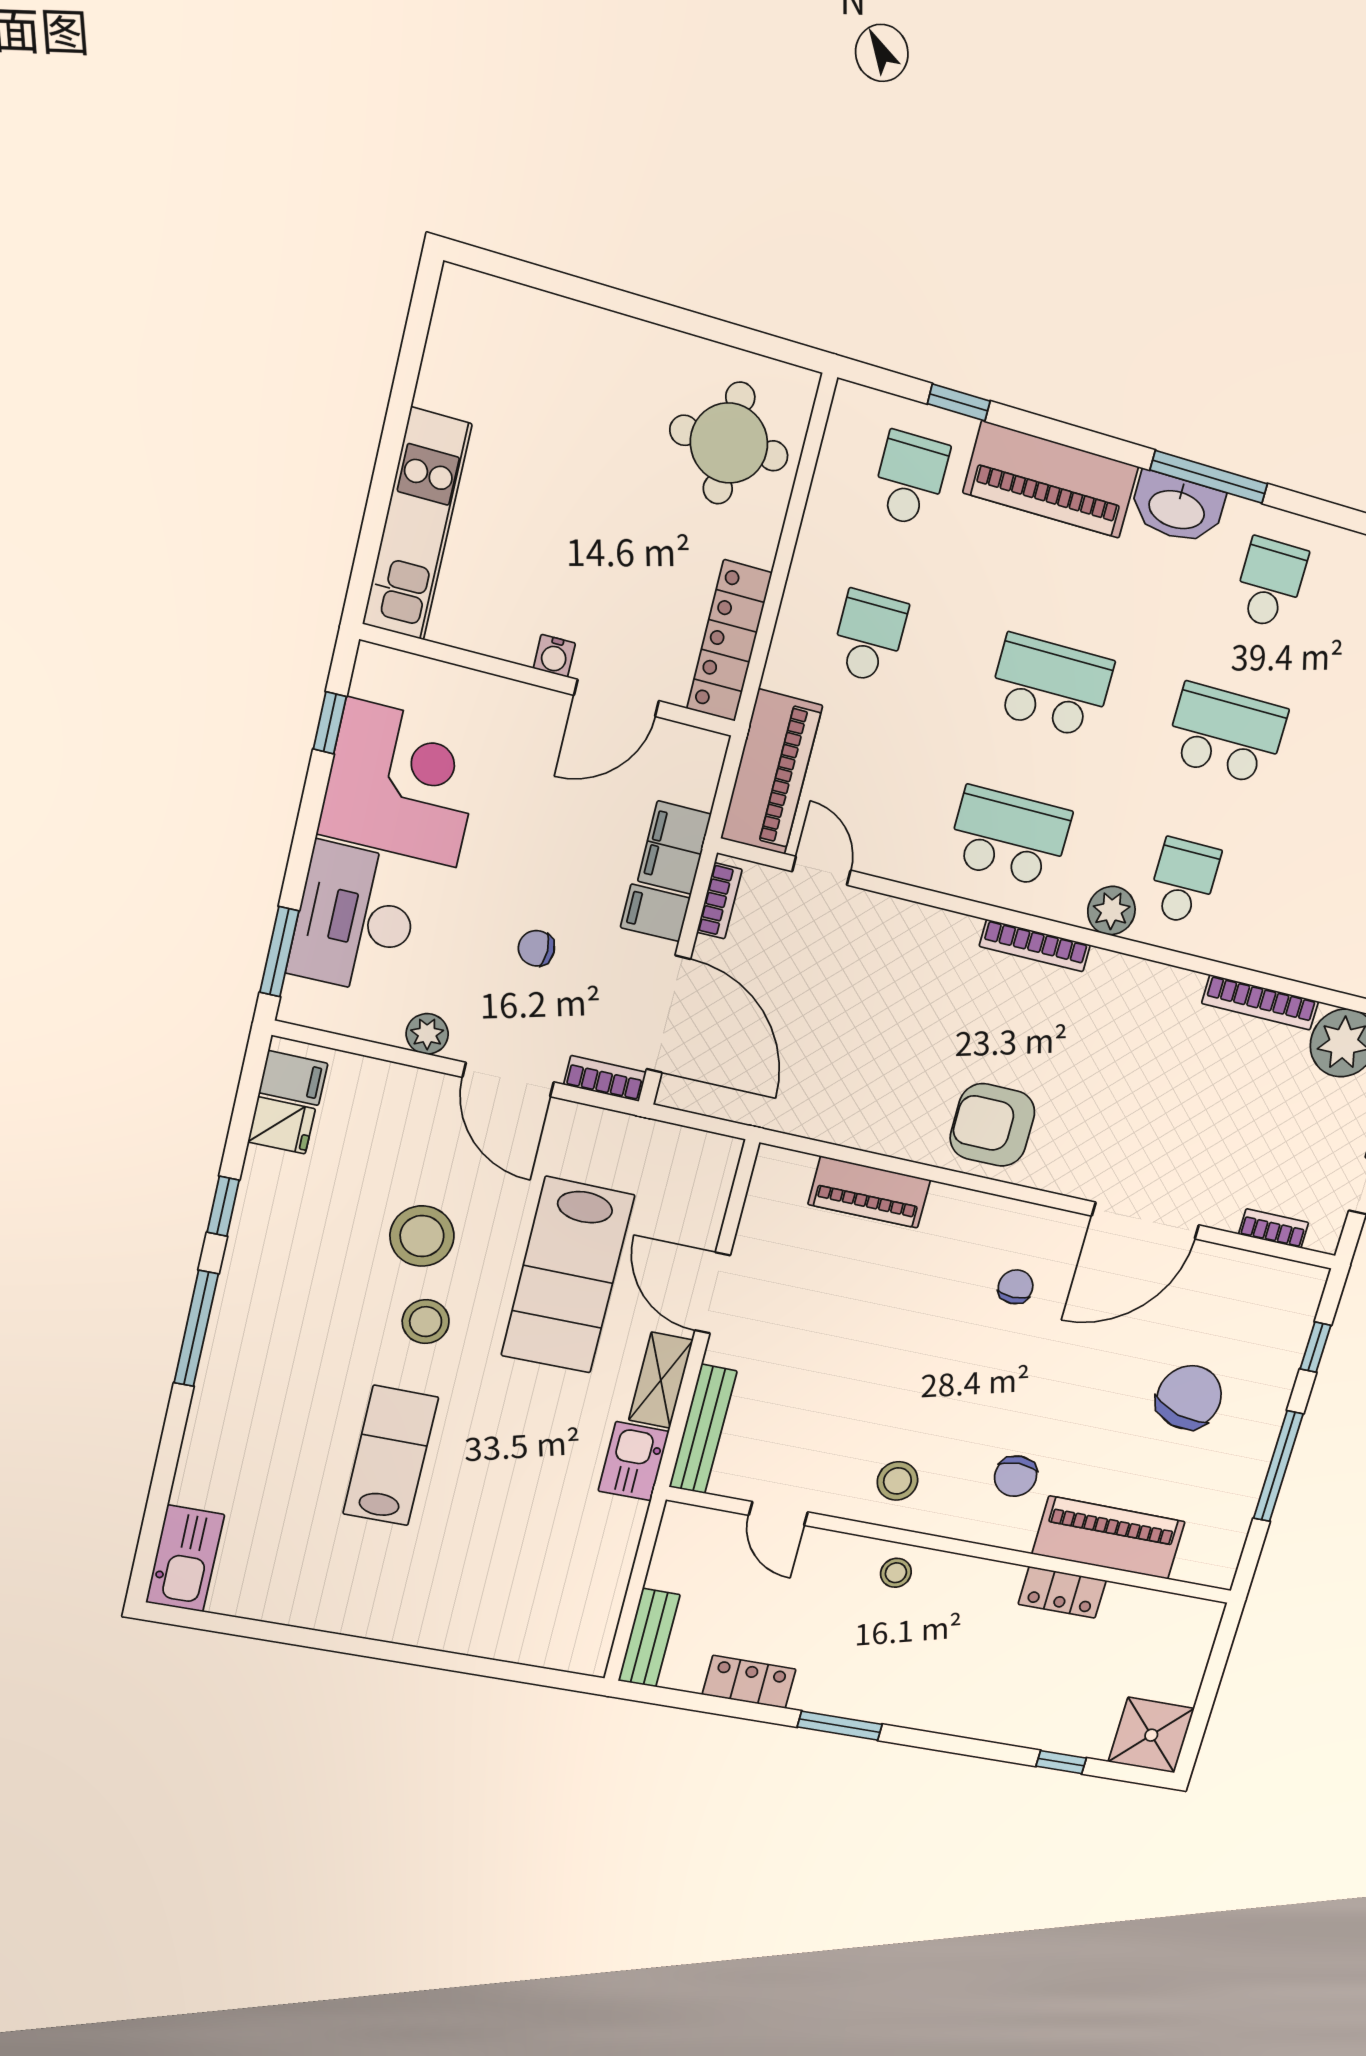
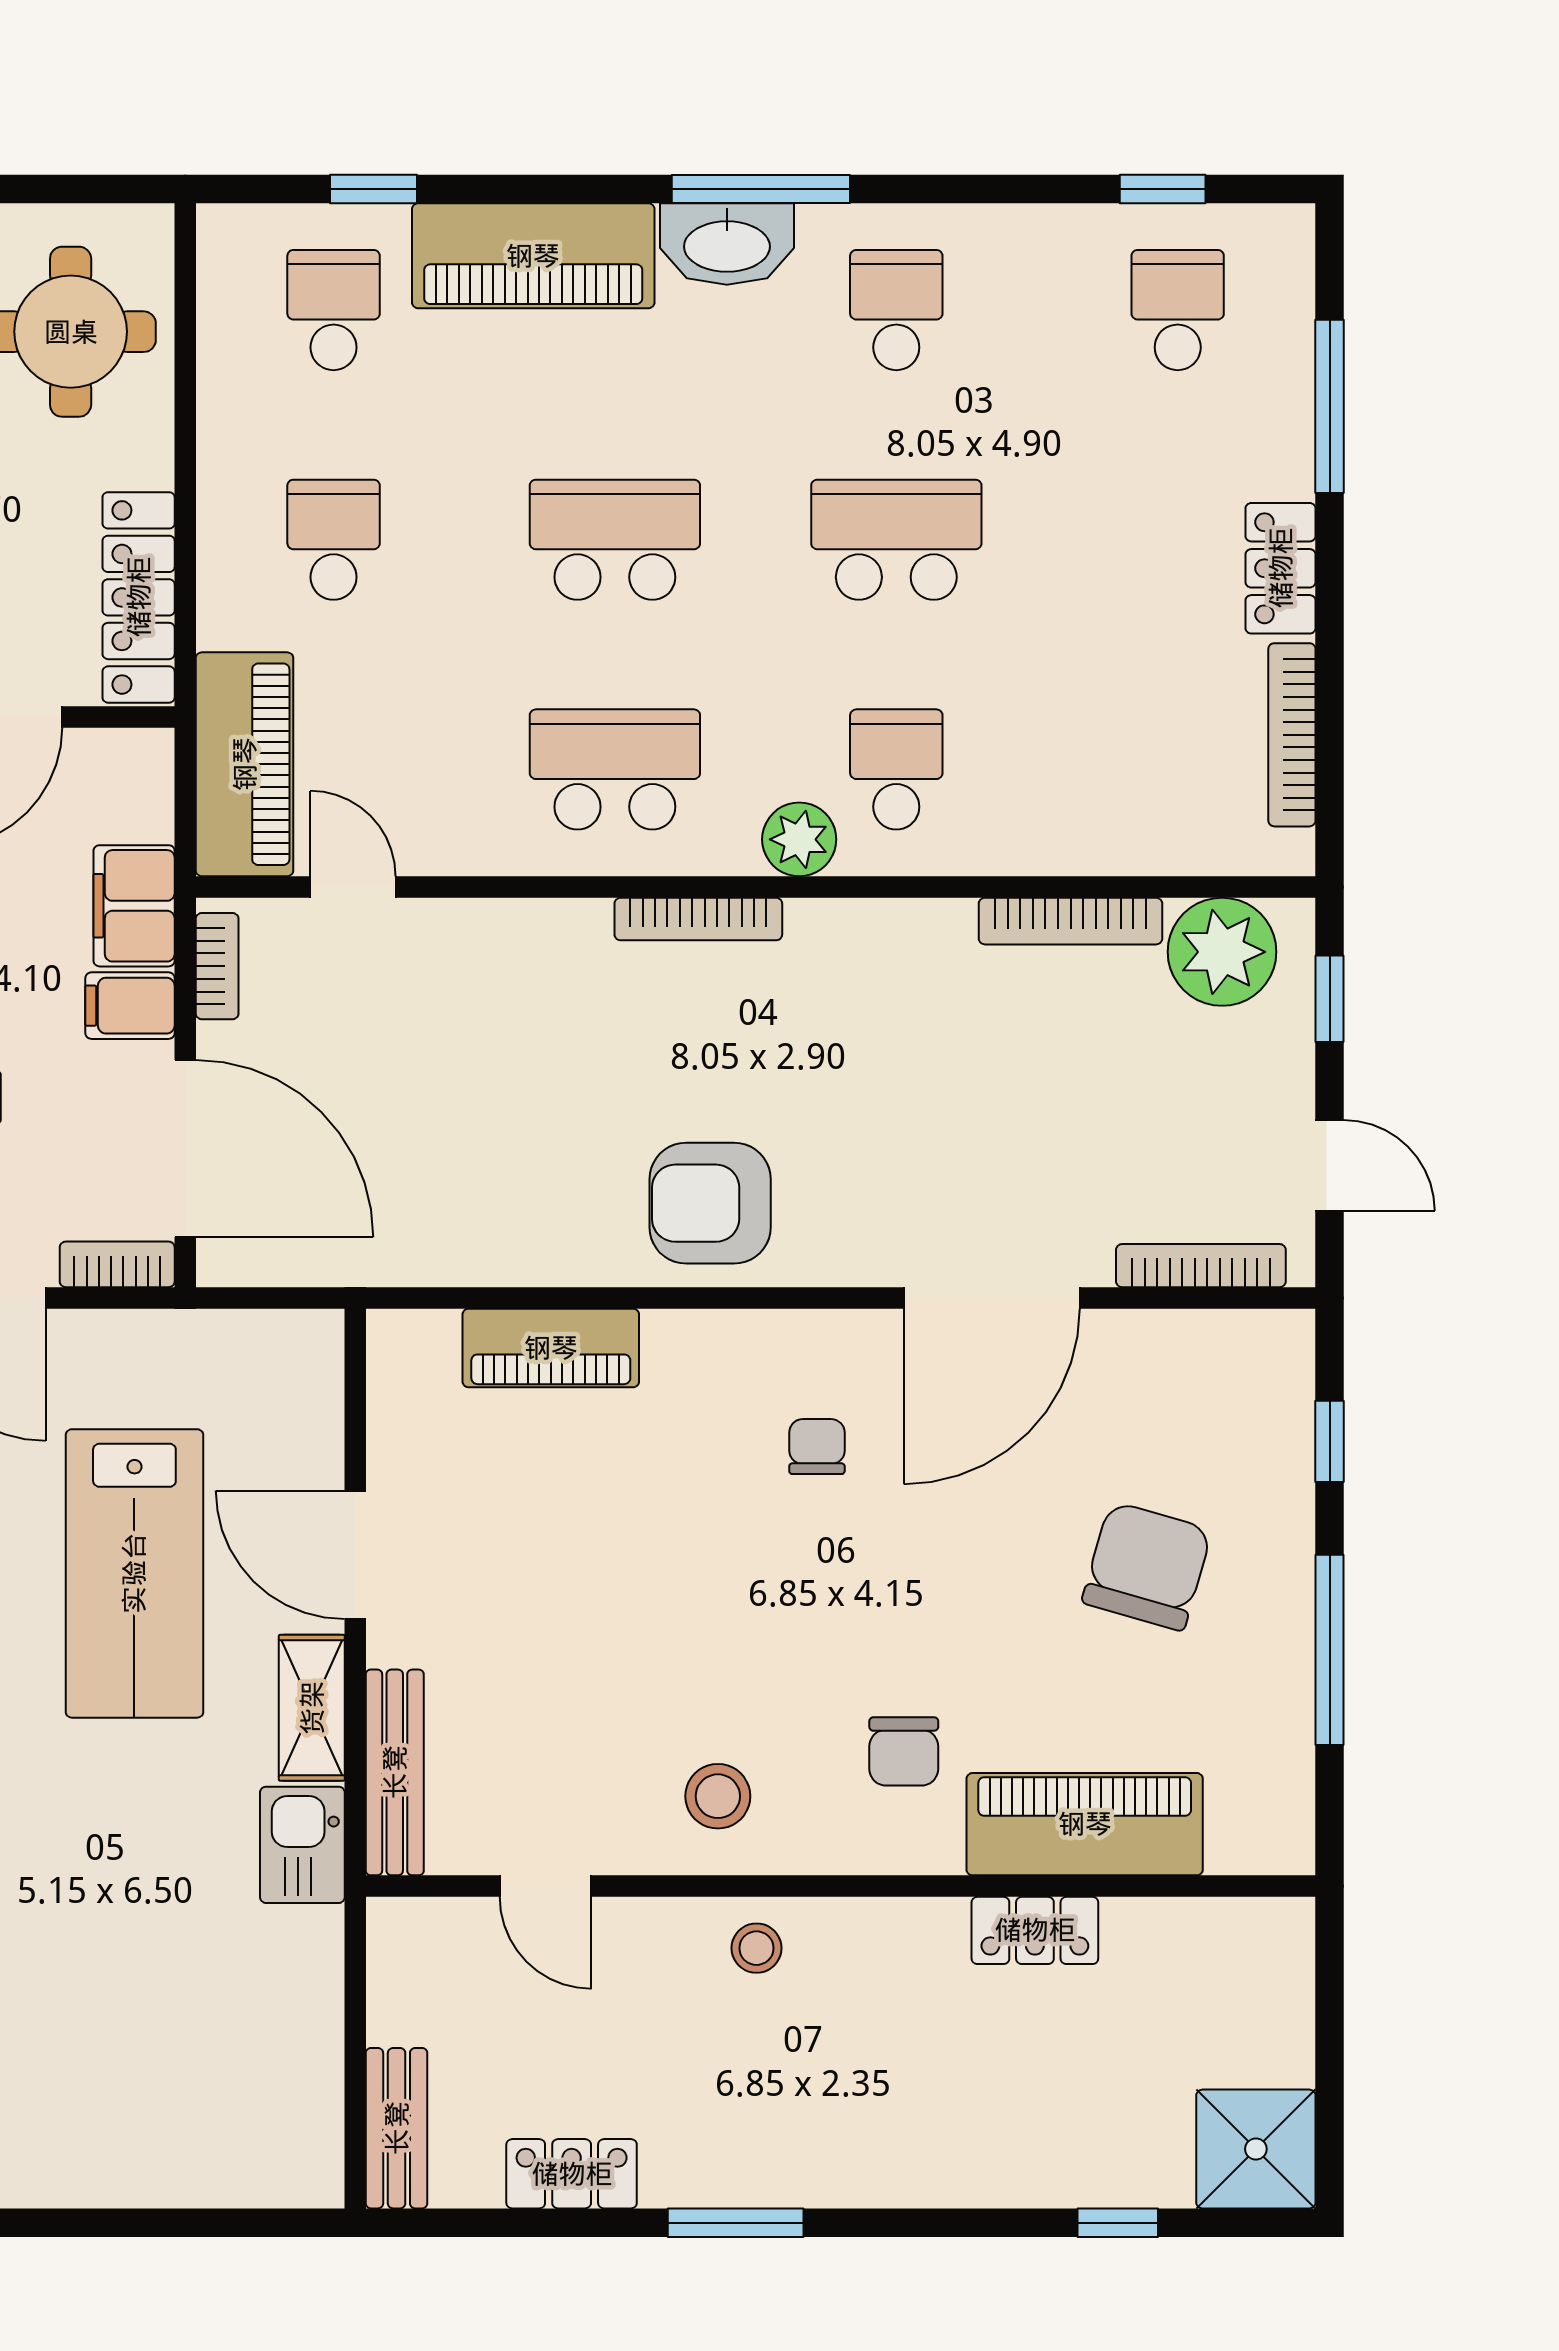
bookcase: (1274, 1228) -> (1201, 1266), width x1.56

